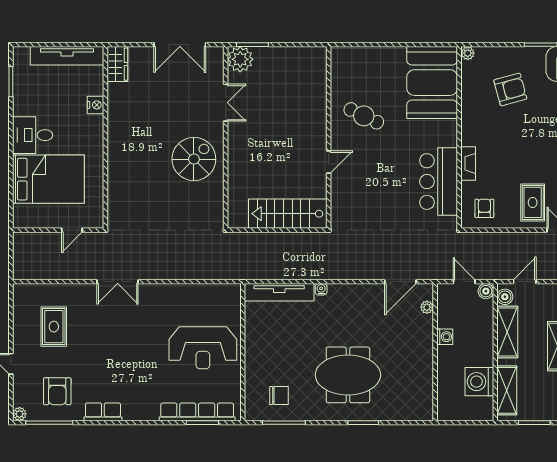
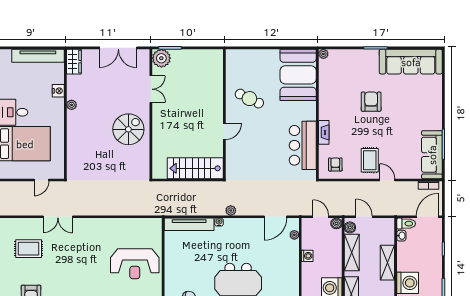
armchair: (510, 89) -> (371, 102), moved, turned -75
plant: (114, 125) -> (72, 105), added
plant: (338, 273) -> (231, 210), added
double door: (118, 282) -> (58, 217), moved
door: (525, 282) -> (364, 217), hinge flipped
rug: (54, 327) -> (29, 249), turned 90

